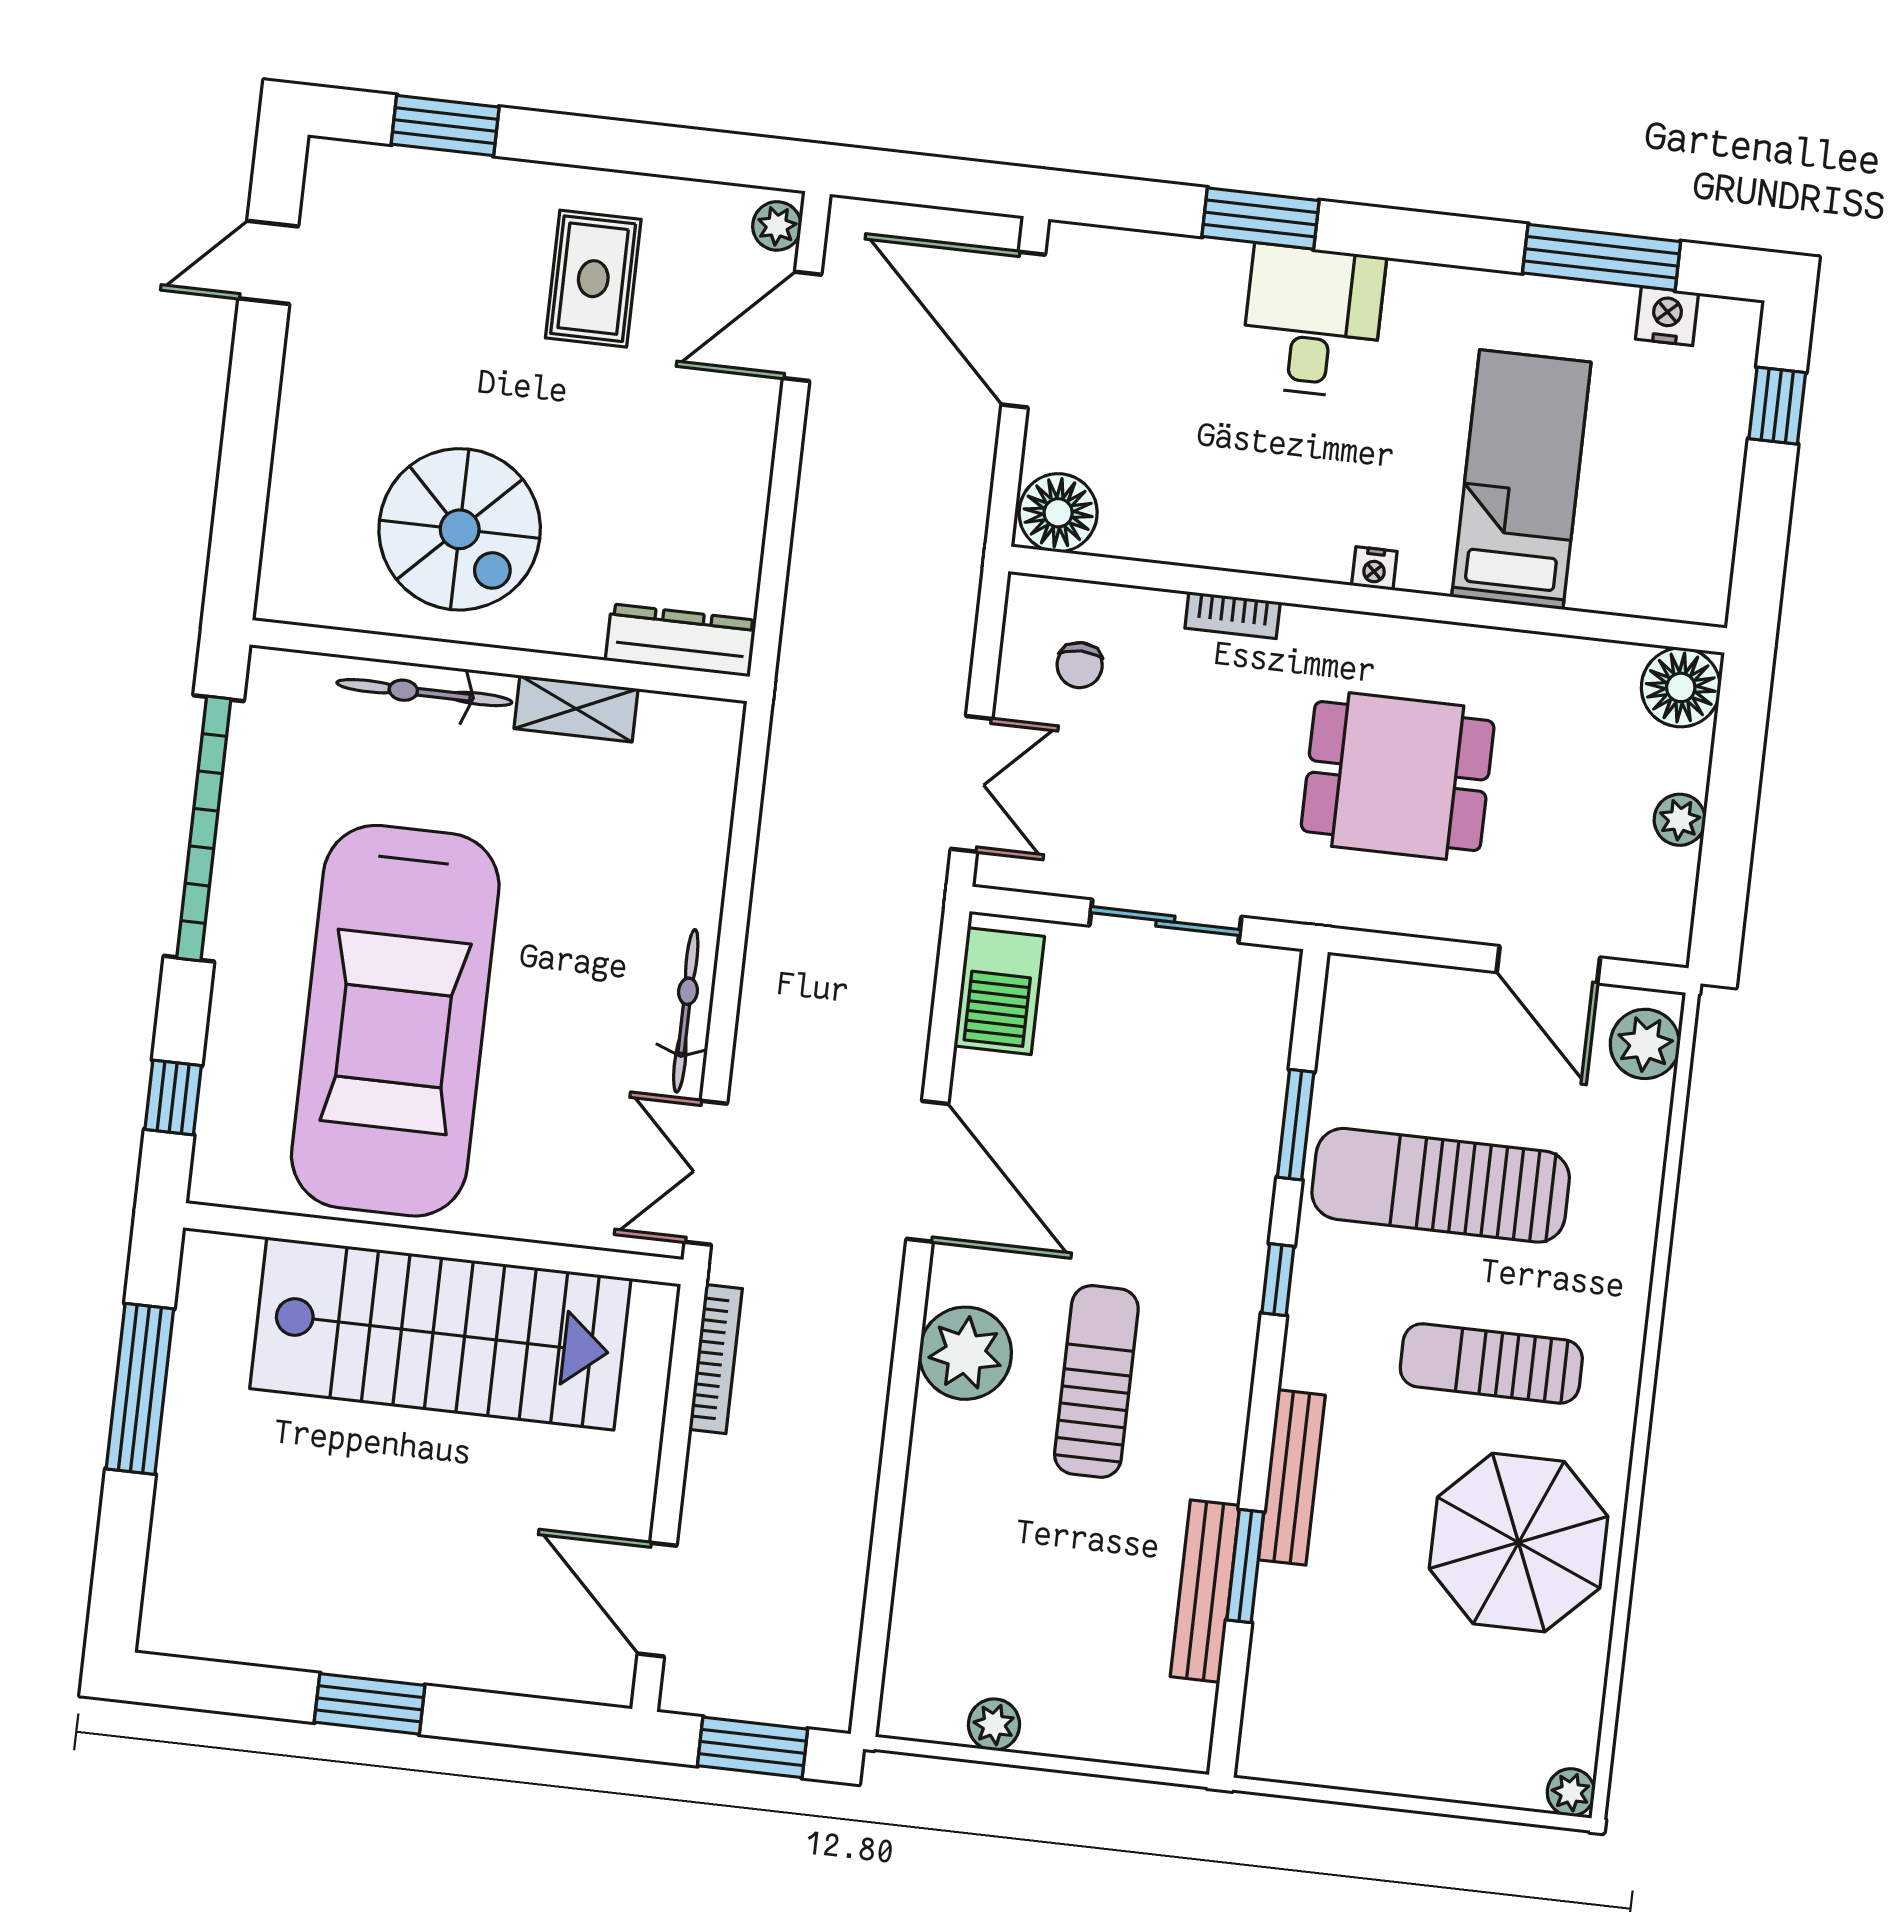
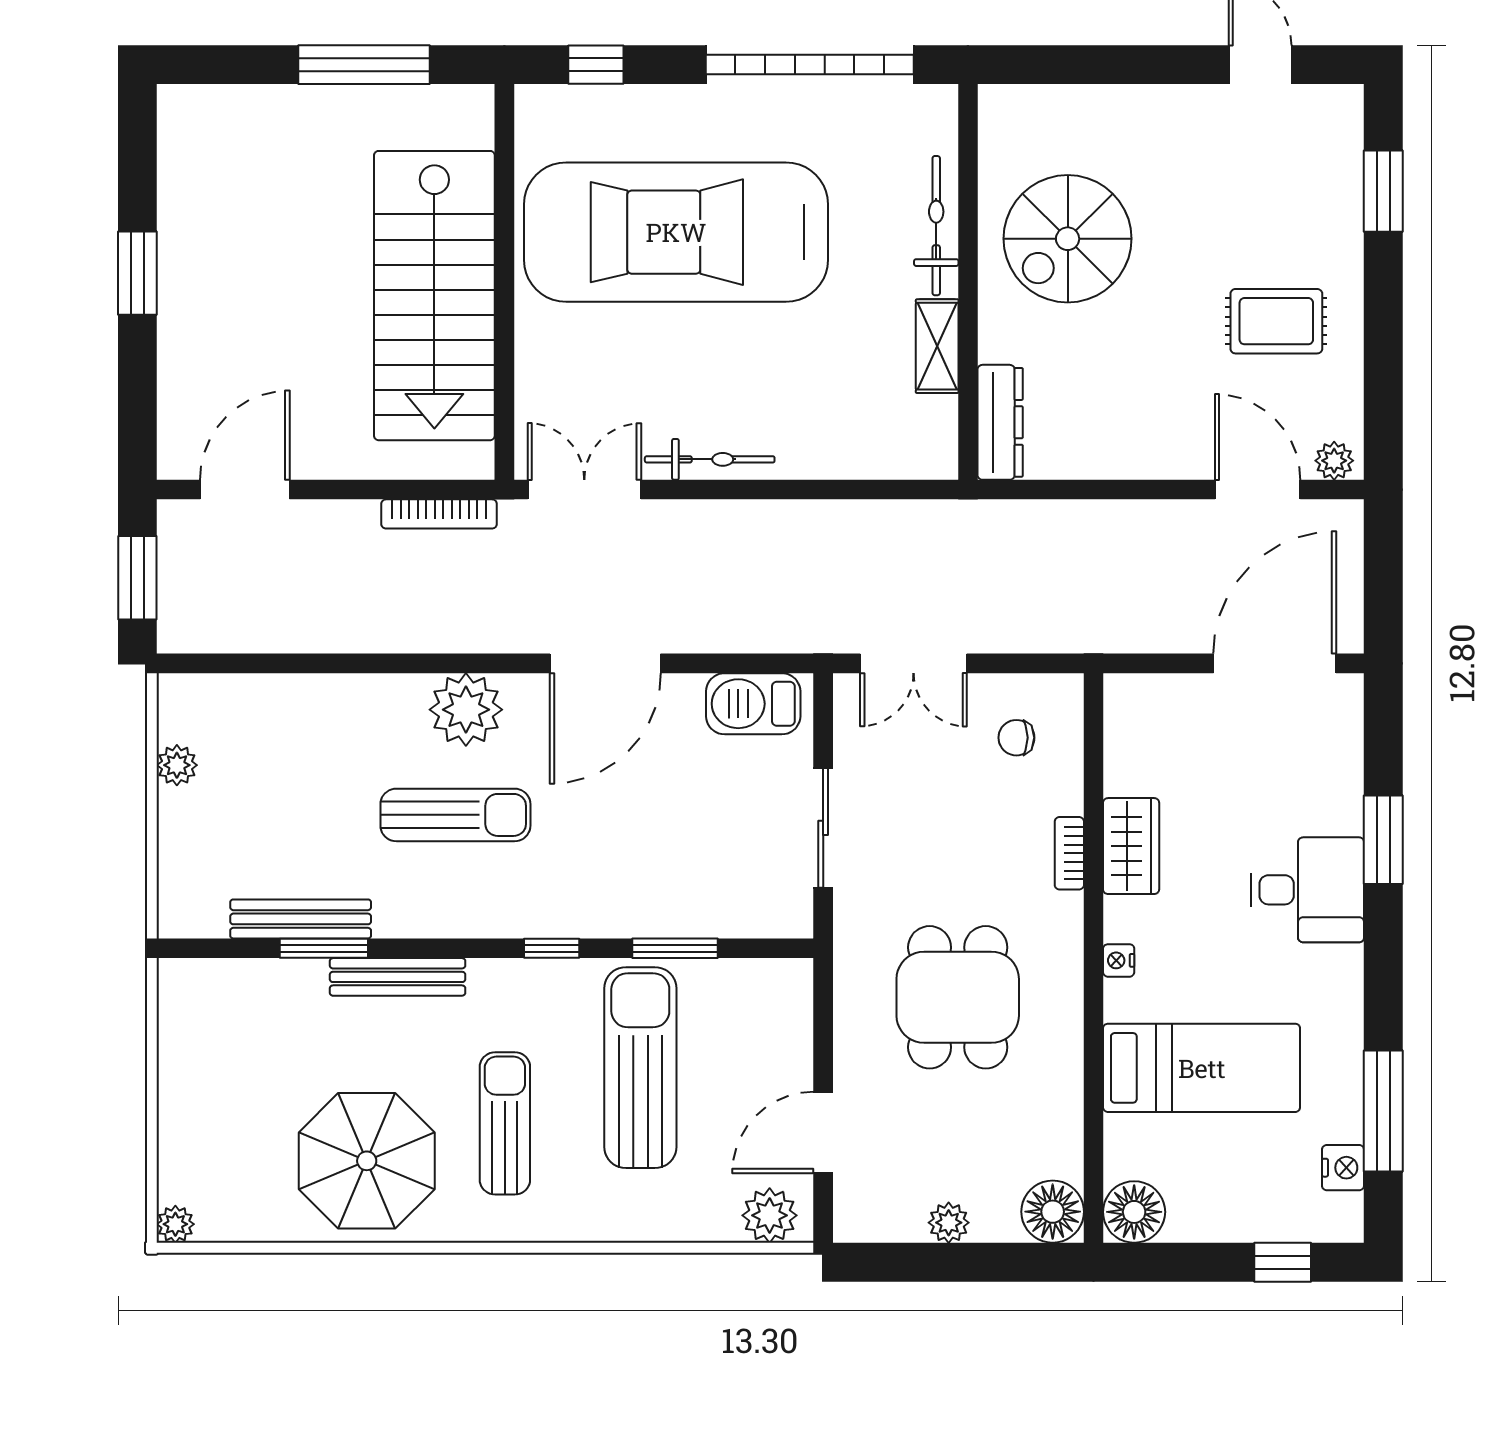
floor lamp: (1058, 513) -> (1134, 1212), moved
wardrobe: (1232, 536) -> (1131, 846), added

